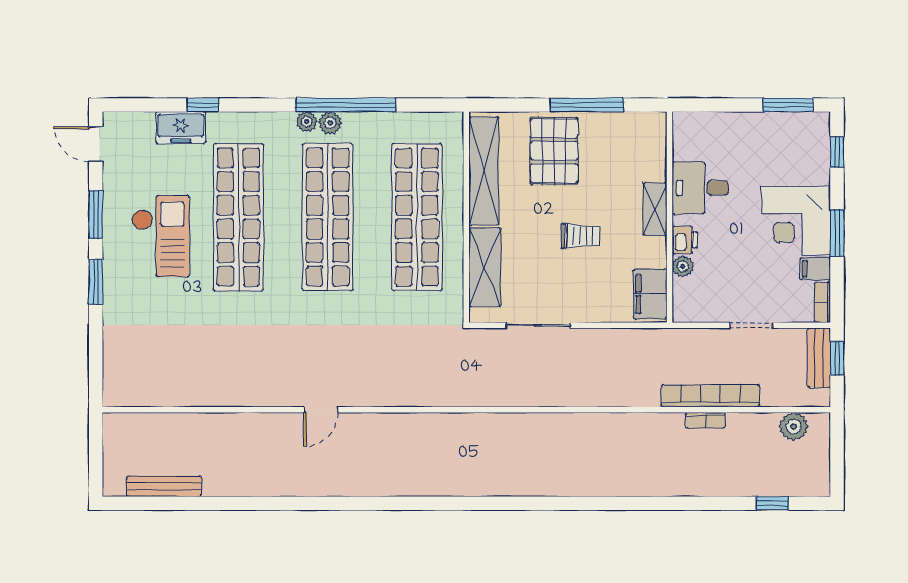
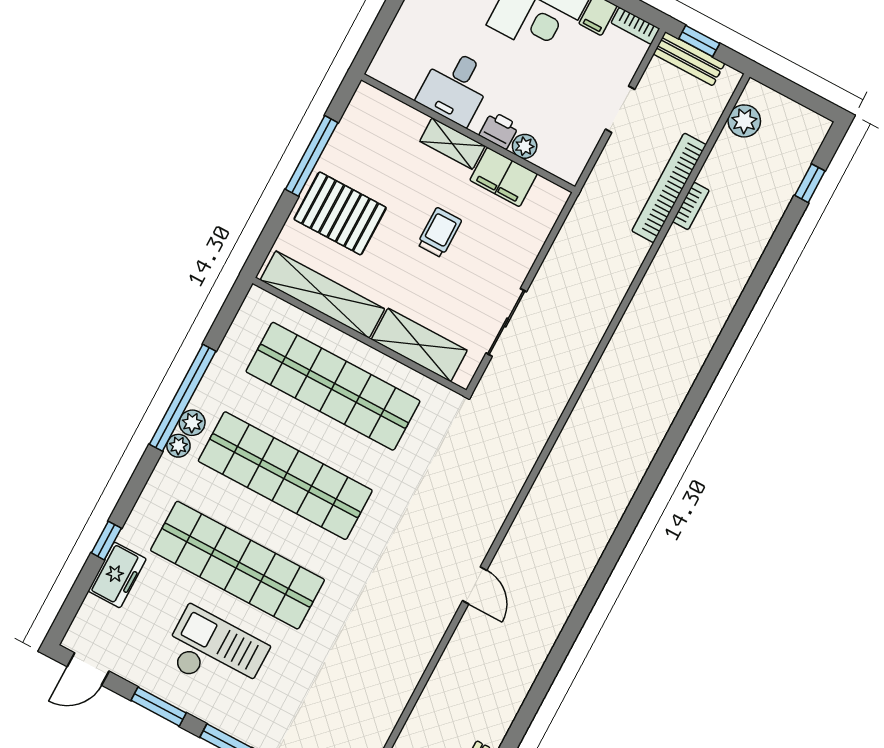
filing cabinet: (650, 294) -> (503, 177), moved

